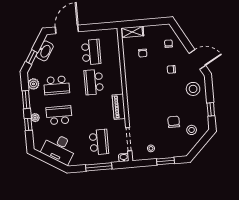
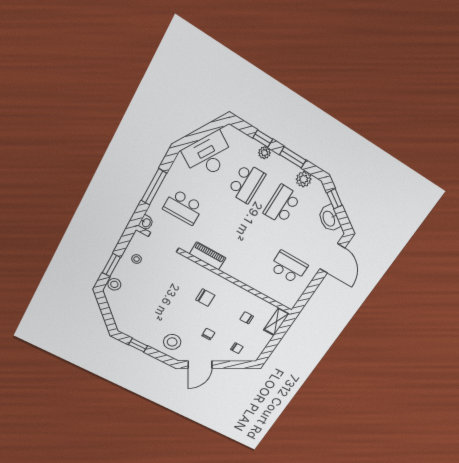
school desk: (91, 52) -> (289, 267), turned 180
school desk: (94, 82) -> (255, 248), removed
chair: (174, 122) -> (205, 298), moved
stool: (192, 130) -> (114, 284), moved

